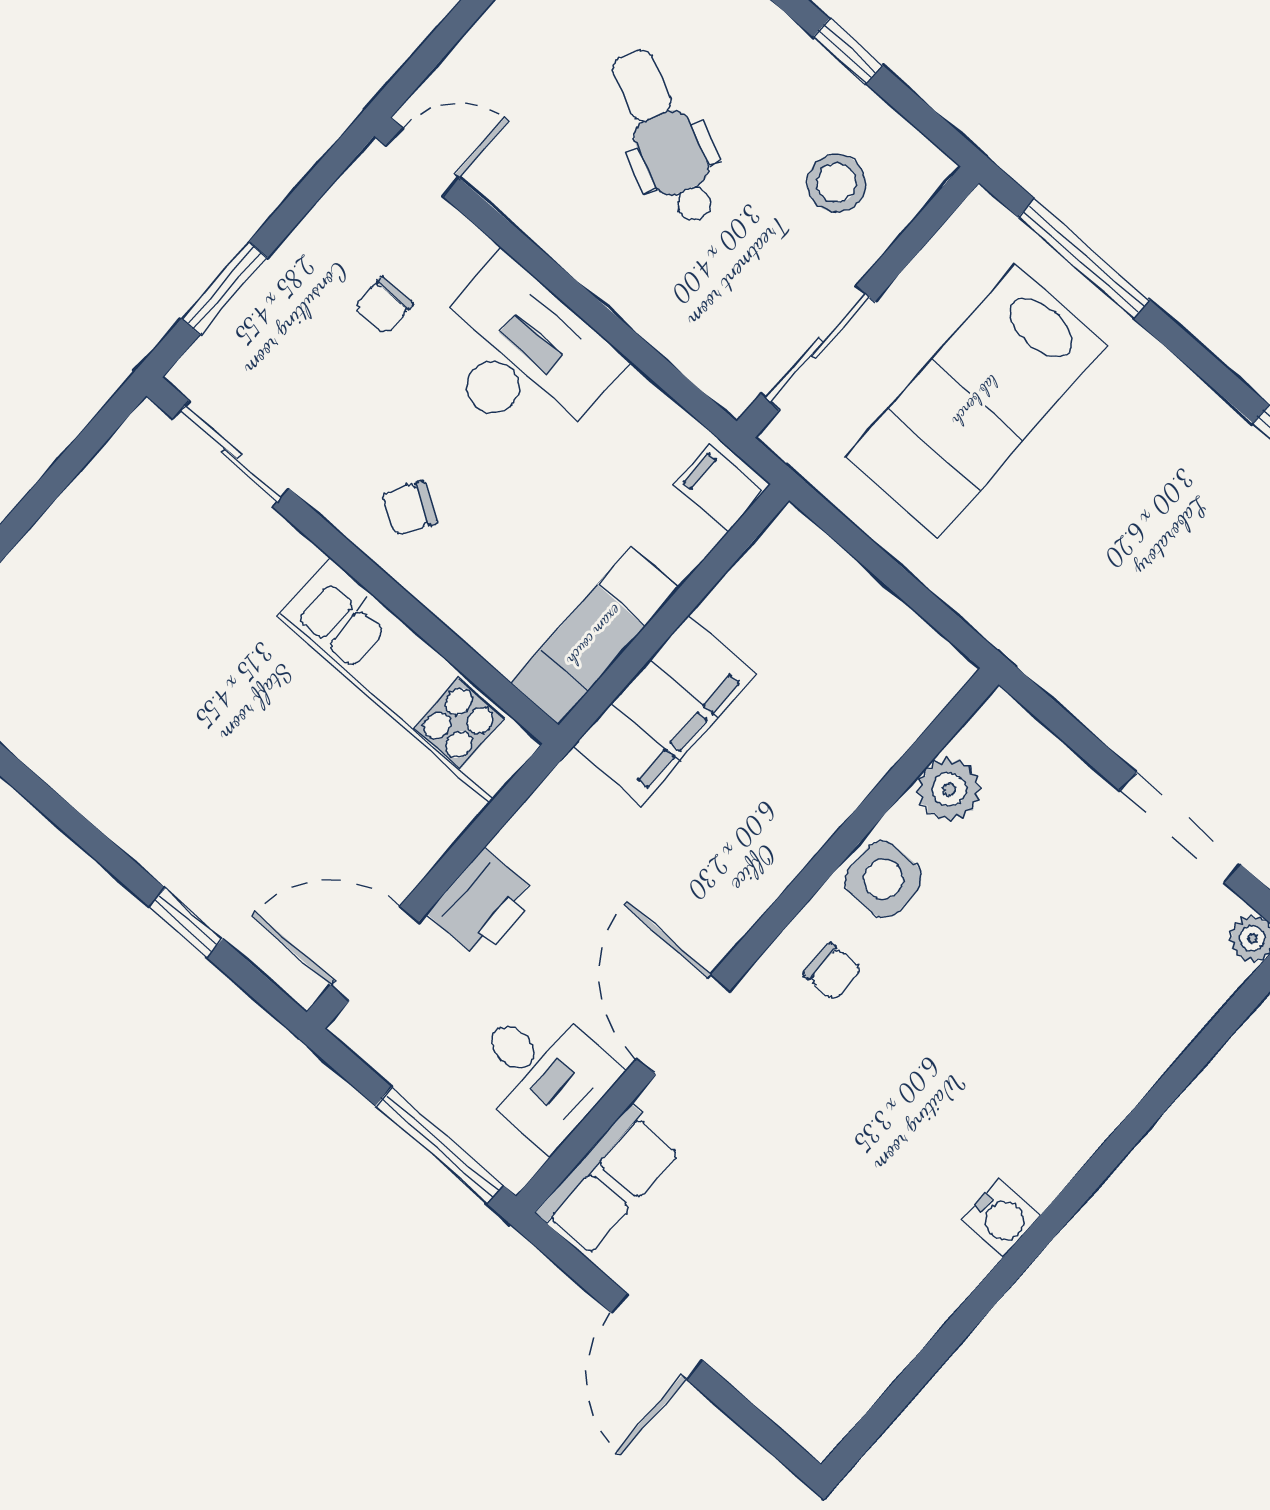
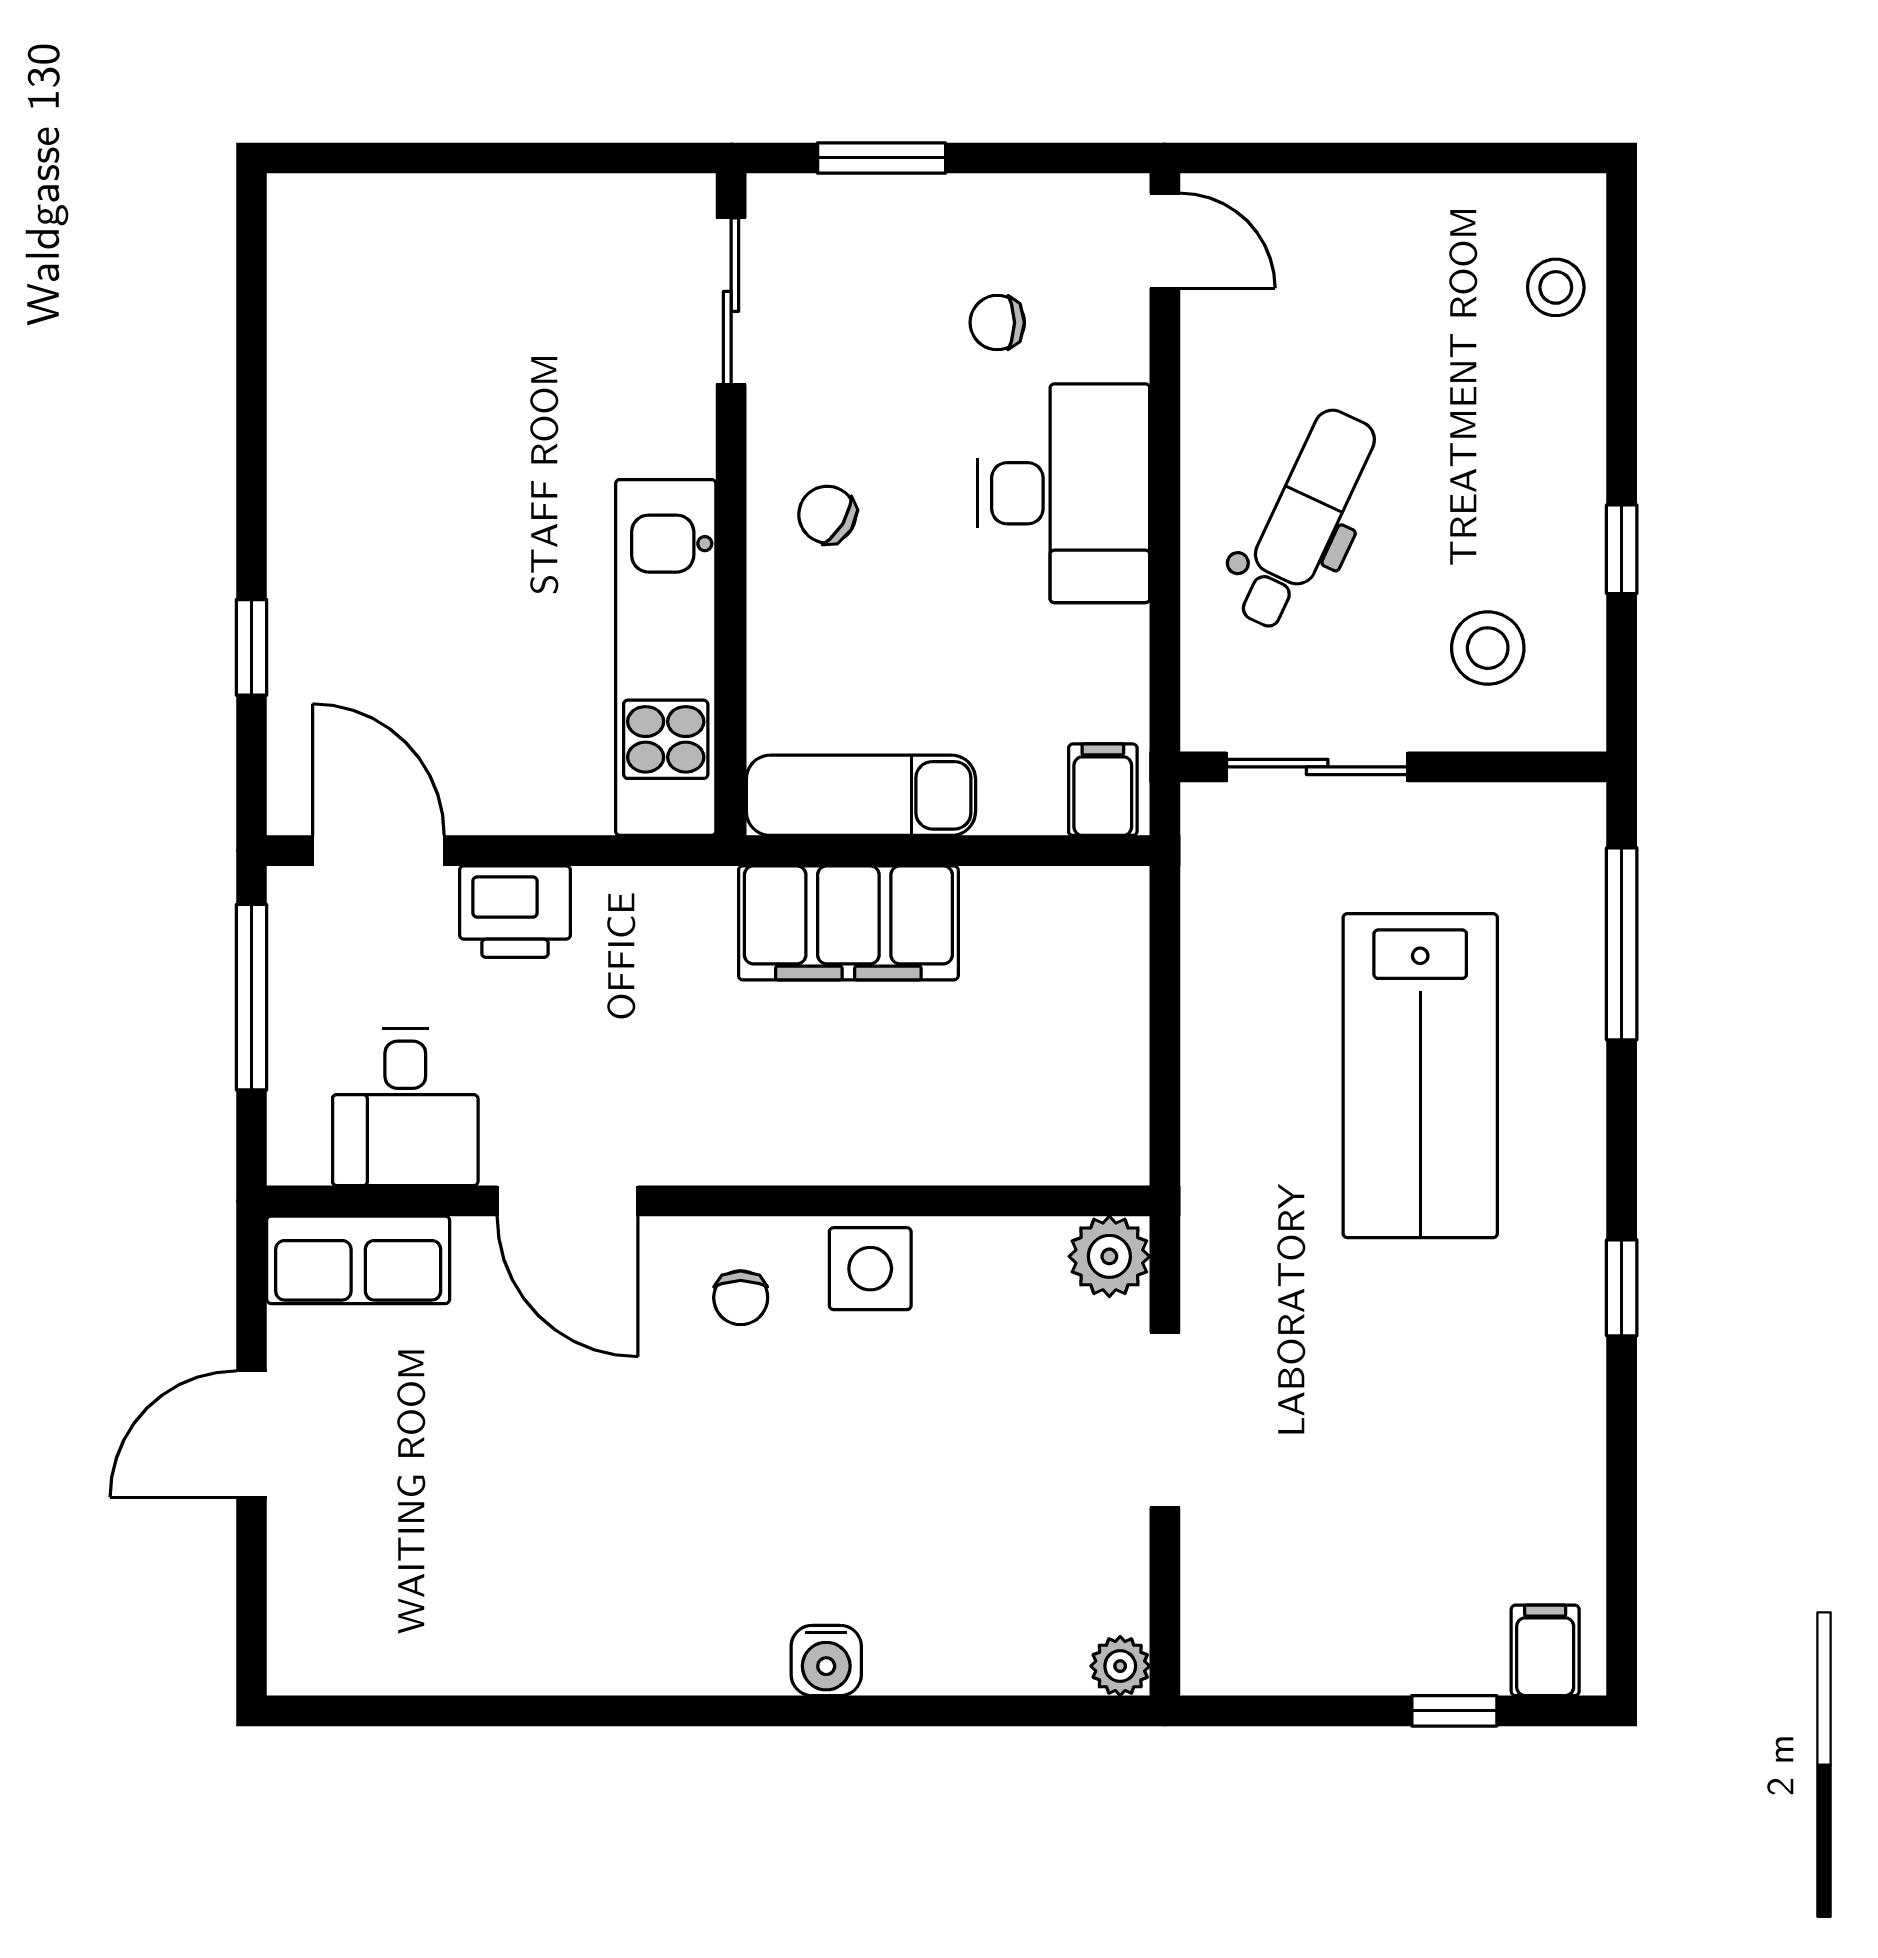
dental chair: (664, 136) -> (1304, 520), moved
lab bench: (976, 401) -> (1420, 1076), moved, turned -90
plant: (949, 789) -> (1109, 1256), moved
doorway: (1180, 827) -> (1165, 1420), moved
door: (683, 1025) -> (567, 1201), swing flipped
window: (439, 1145) -> (252, 997), moved
water cooler: (1001, 1218) -> (826, 1661), moved

